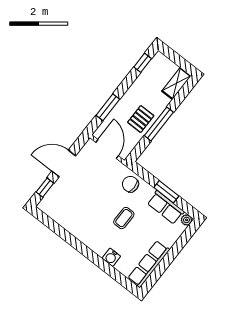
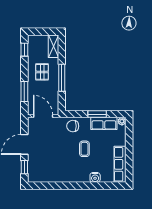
pallet: (141, 119) -> (42, 72), moved

